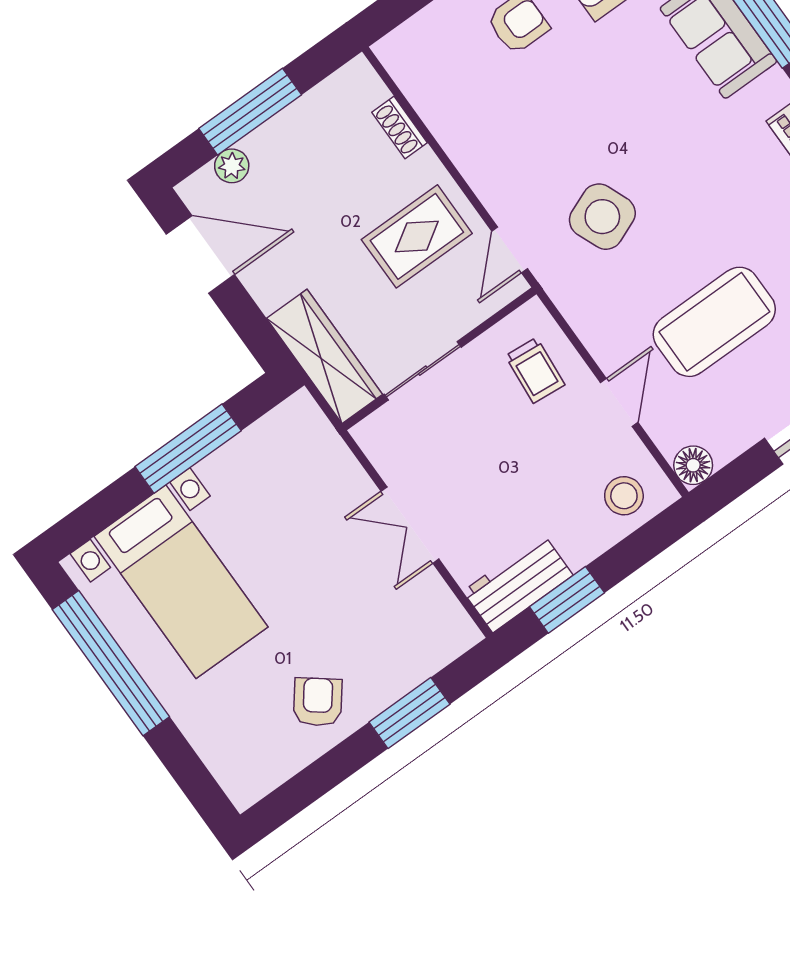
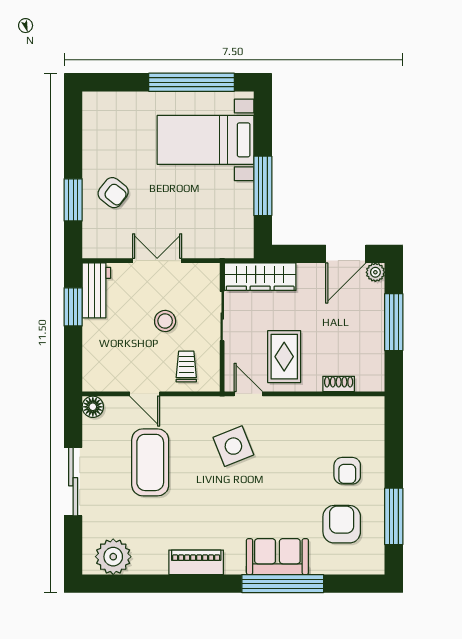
plant: (232, 166) -> (375, 272), moved
trolley: (535, 370) -> (186, 366), turned 85
stool: (624, 496) -> (165, 321), moved
armchair: (318, 702) -> (113, 193), moved

